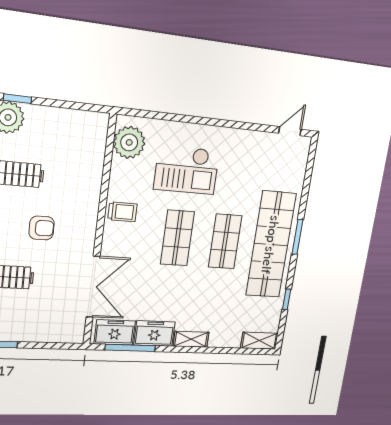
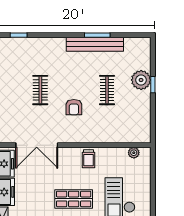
plant: (129, 142) -> (134, 153), width x0.53, depth x0.53

